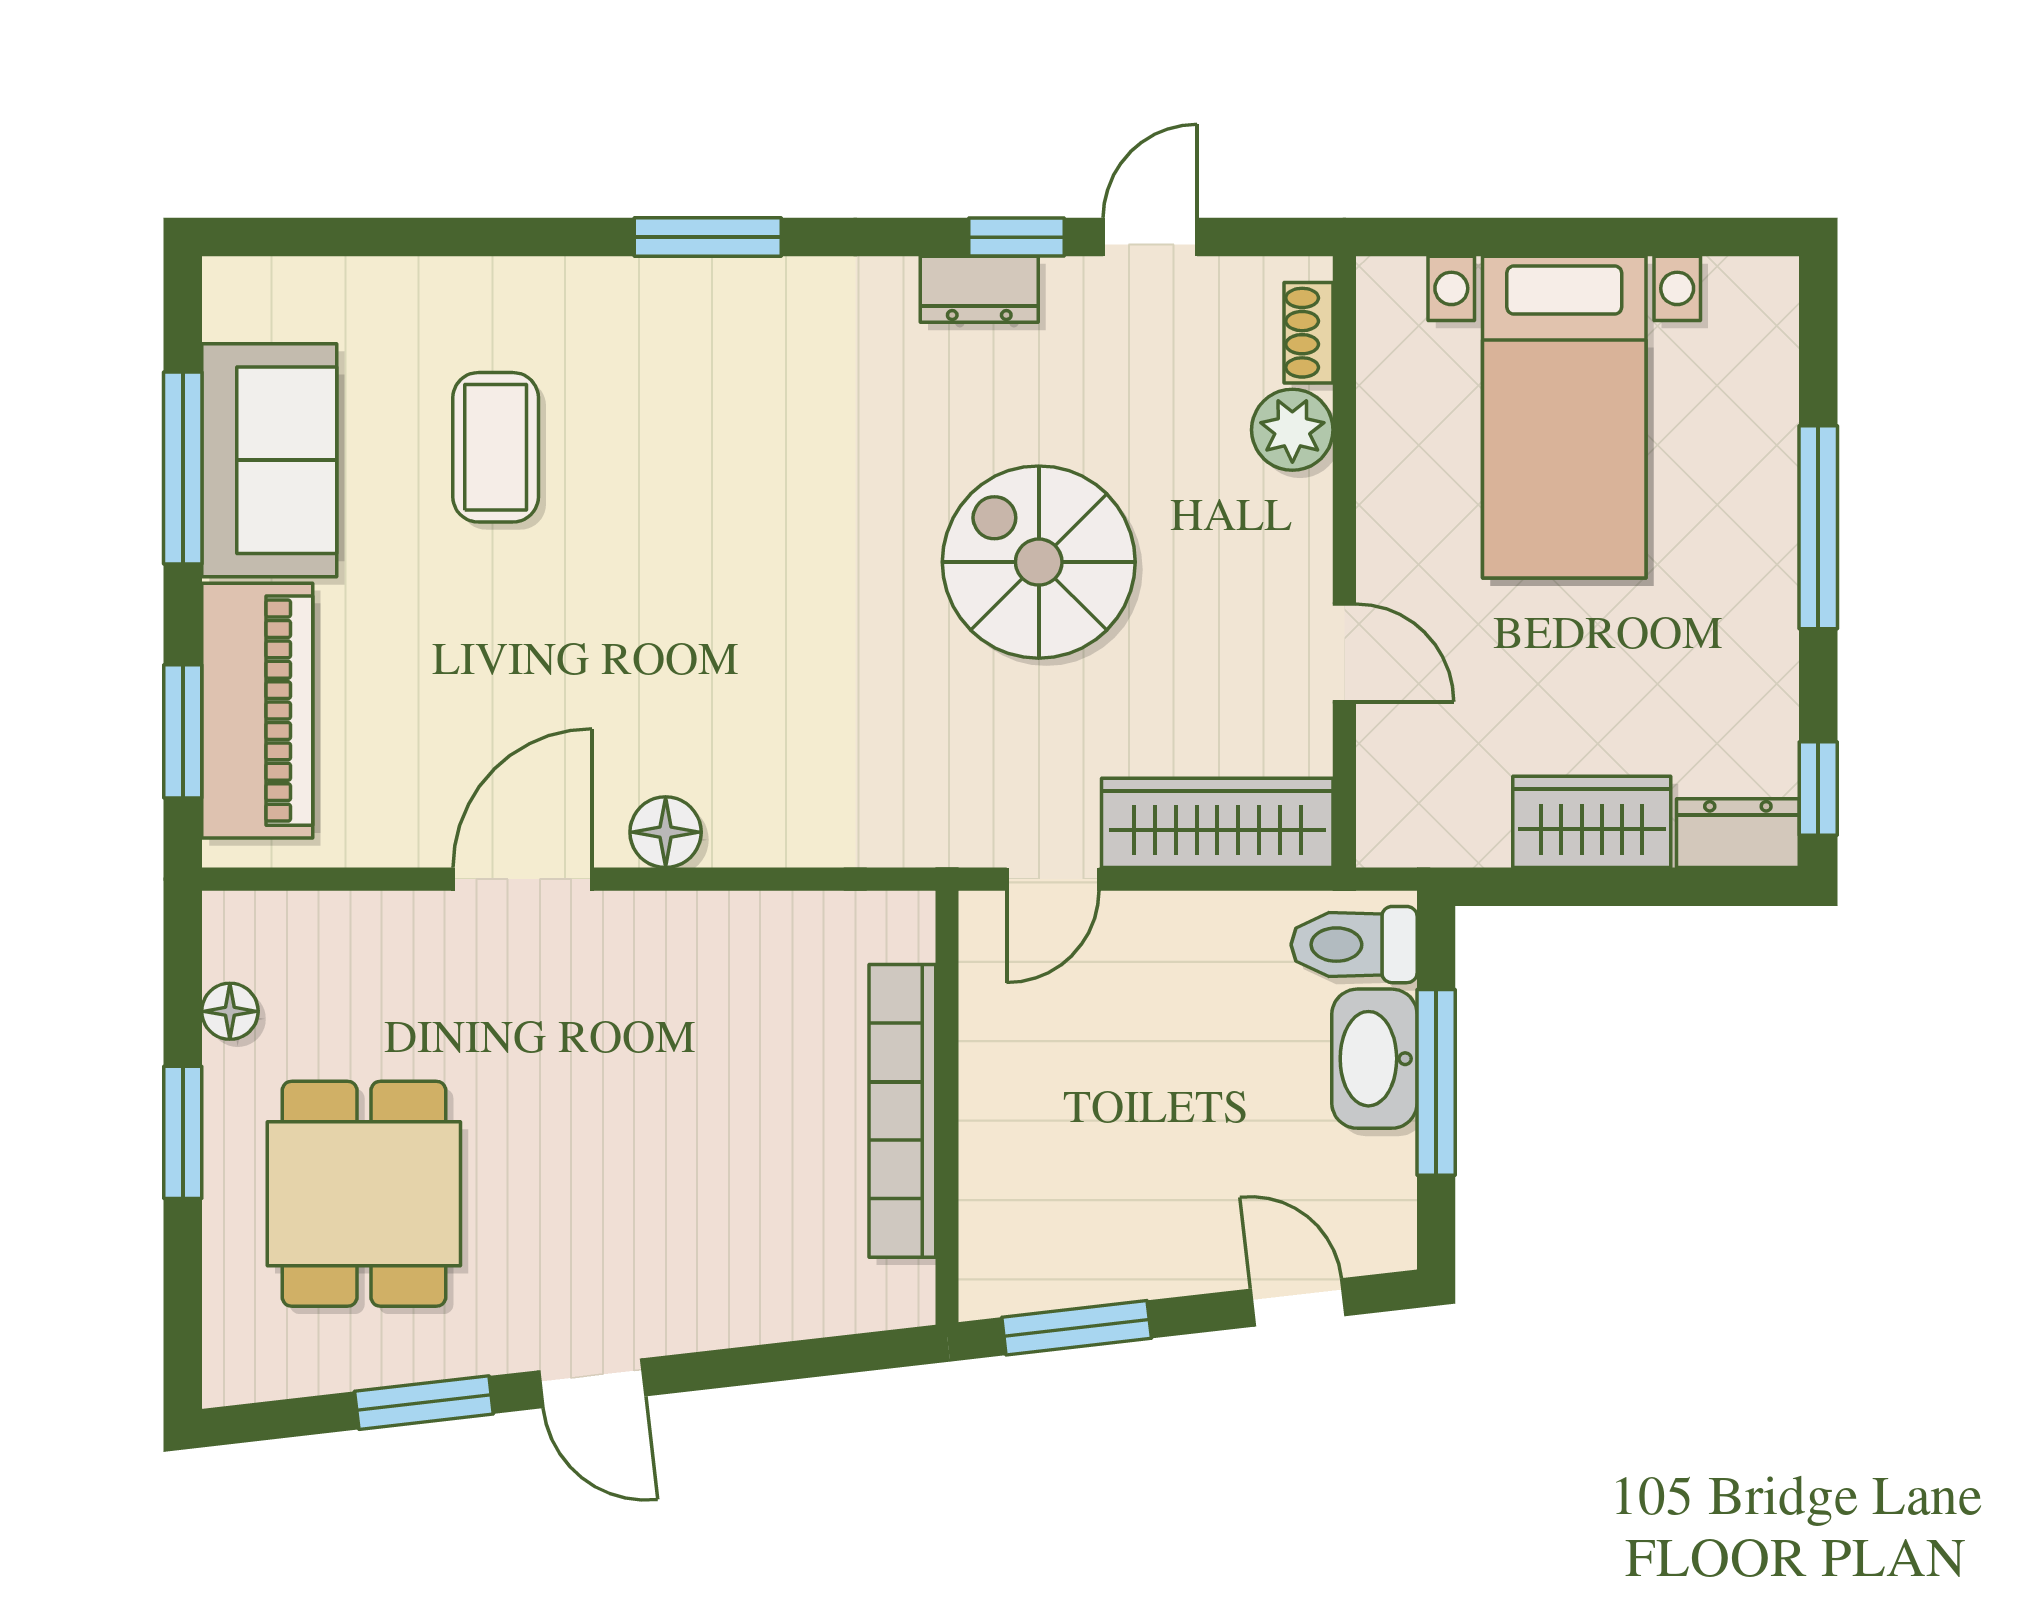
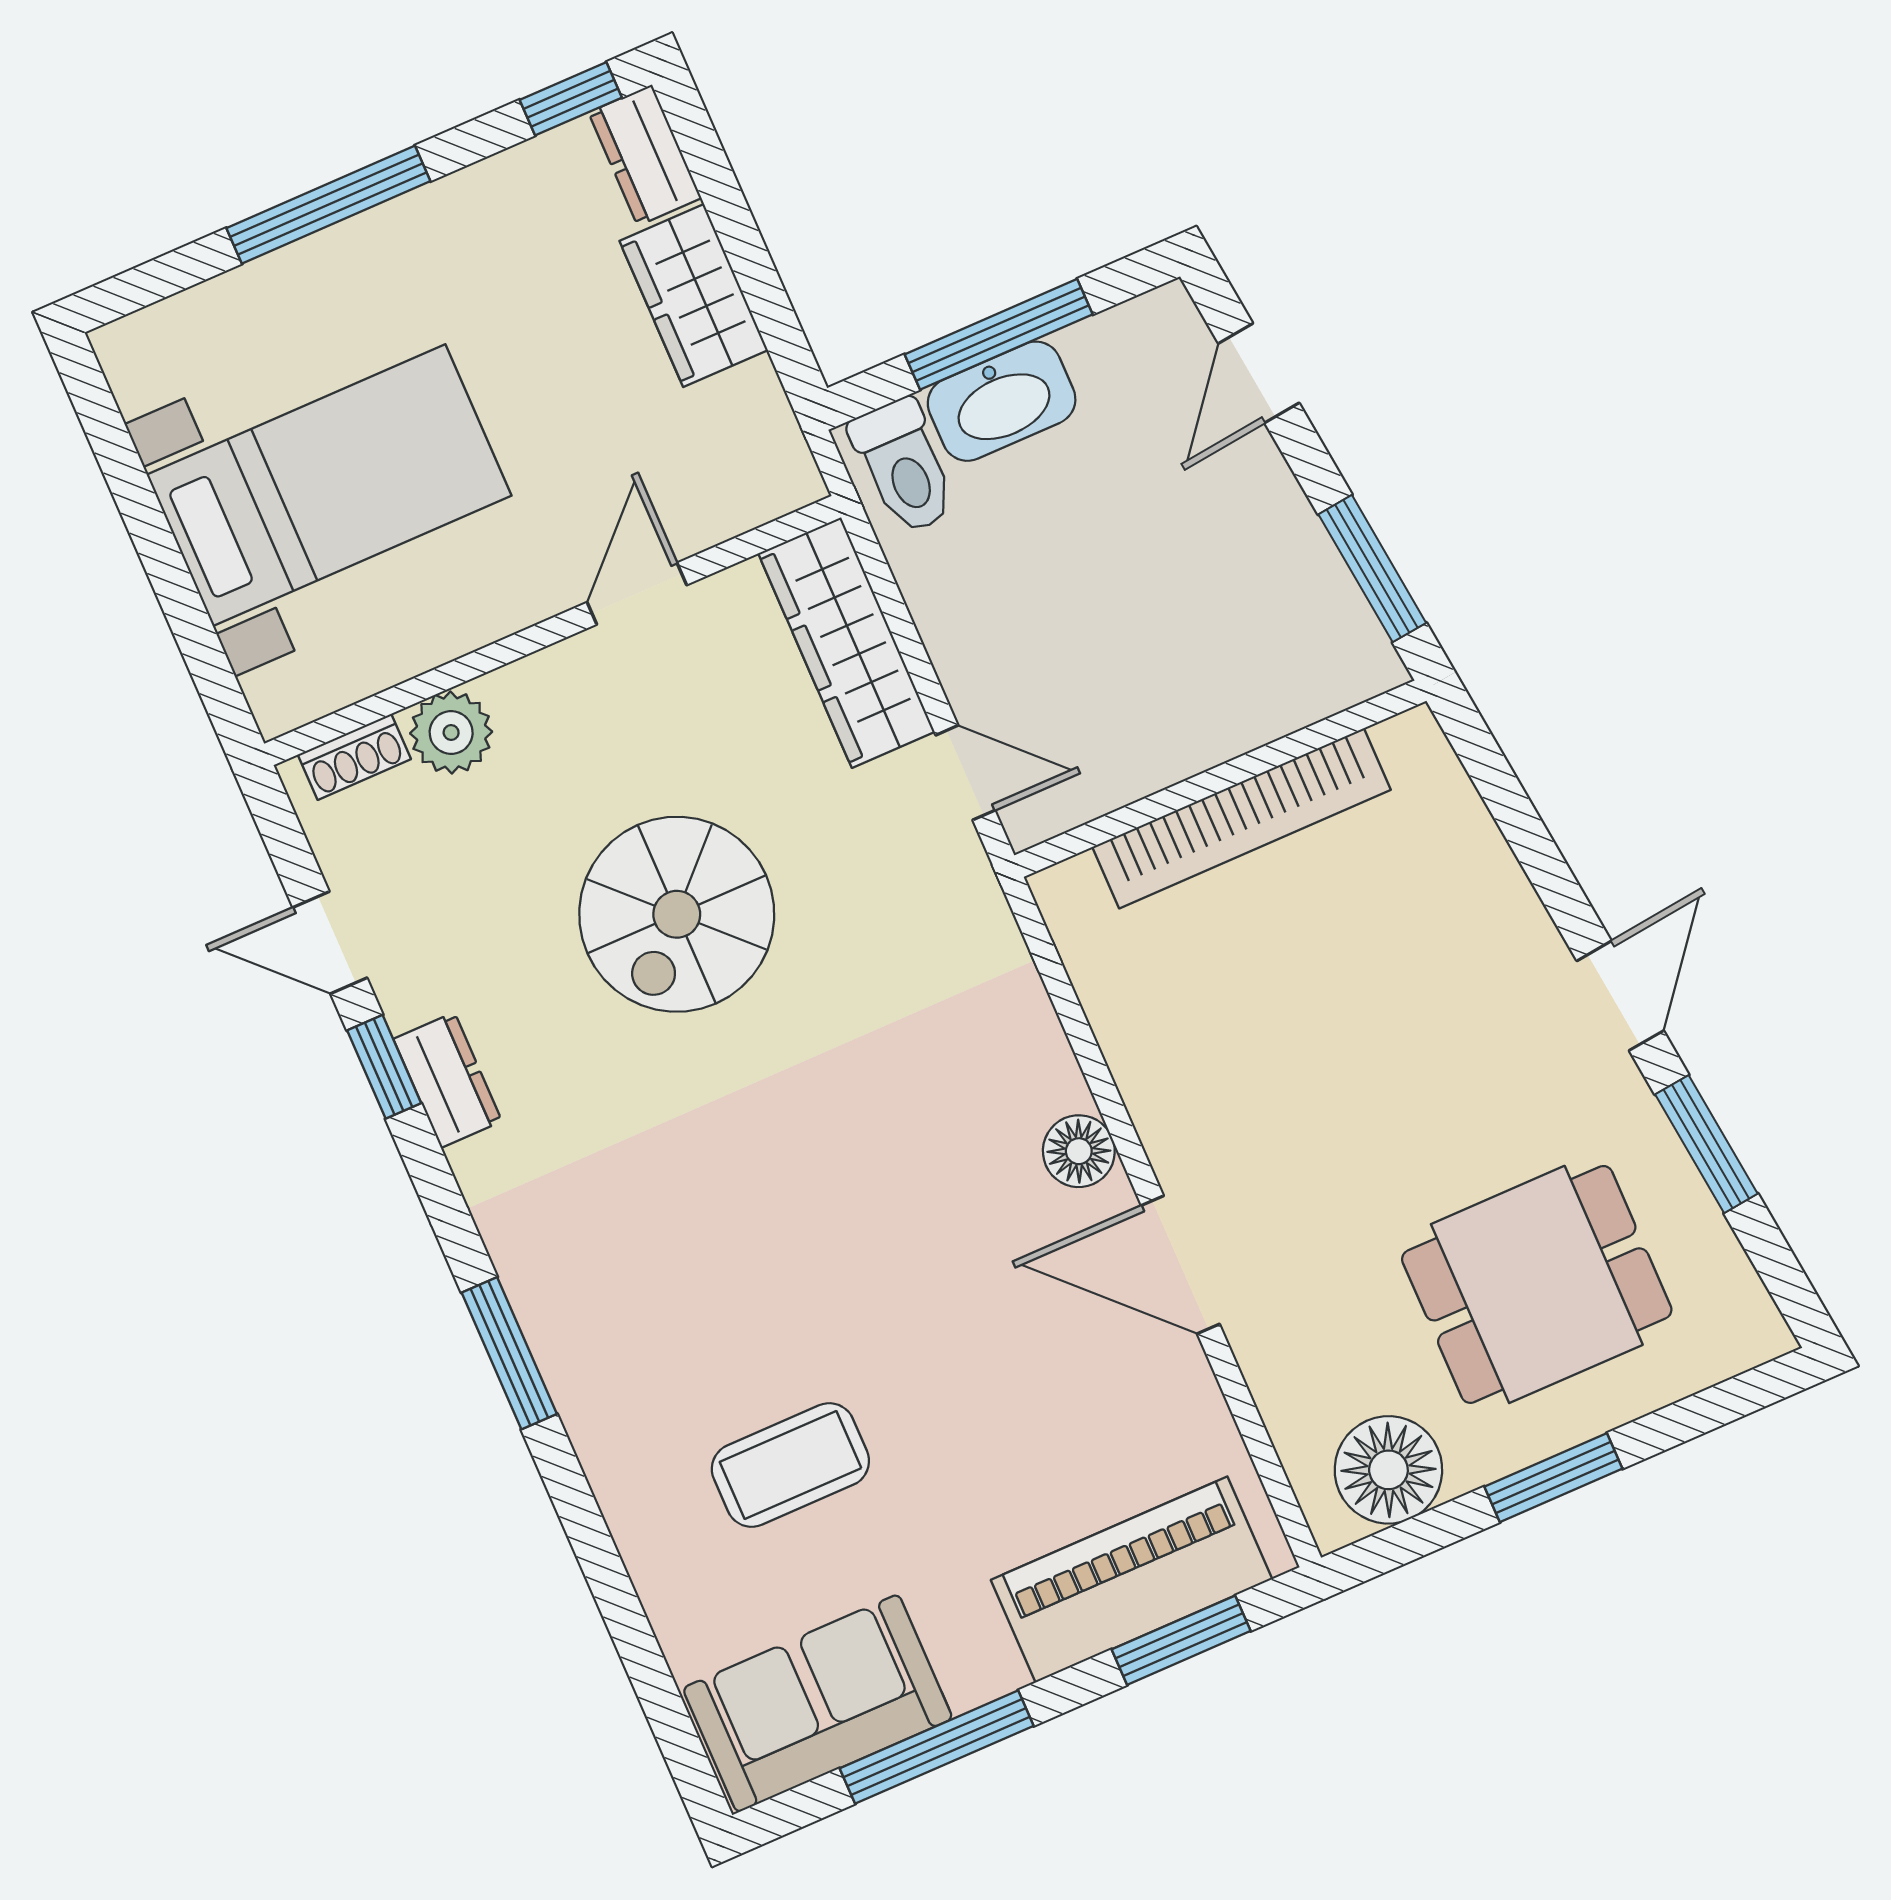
sofa: (269, 460) -> (818, 1703), moved
floor lamp: (230, 1011) -> (1388, 1470), width x1.89, depth x1.89

